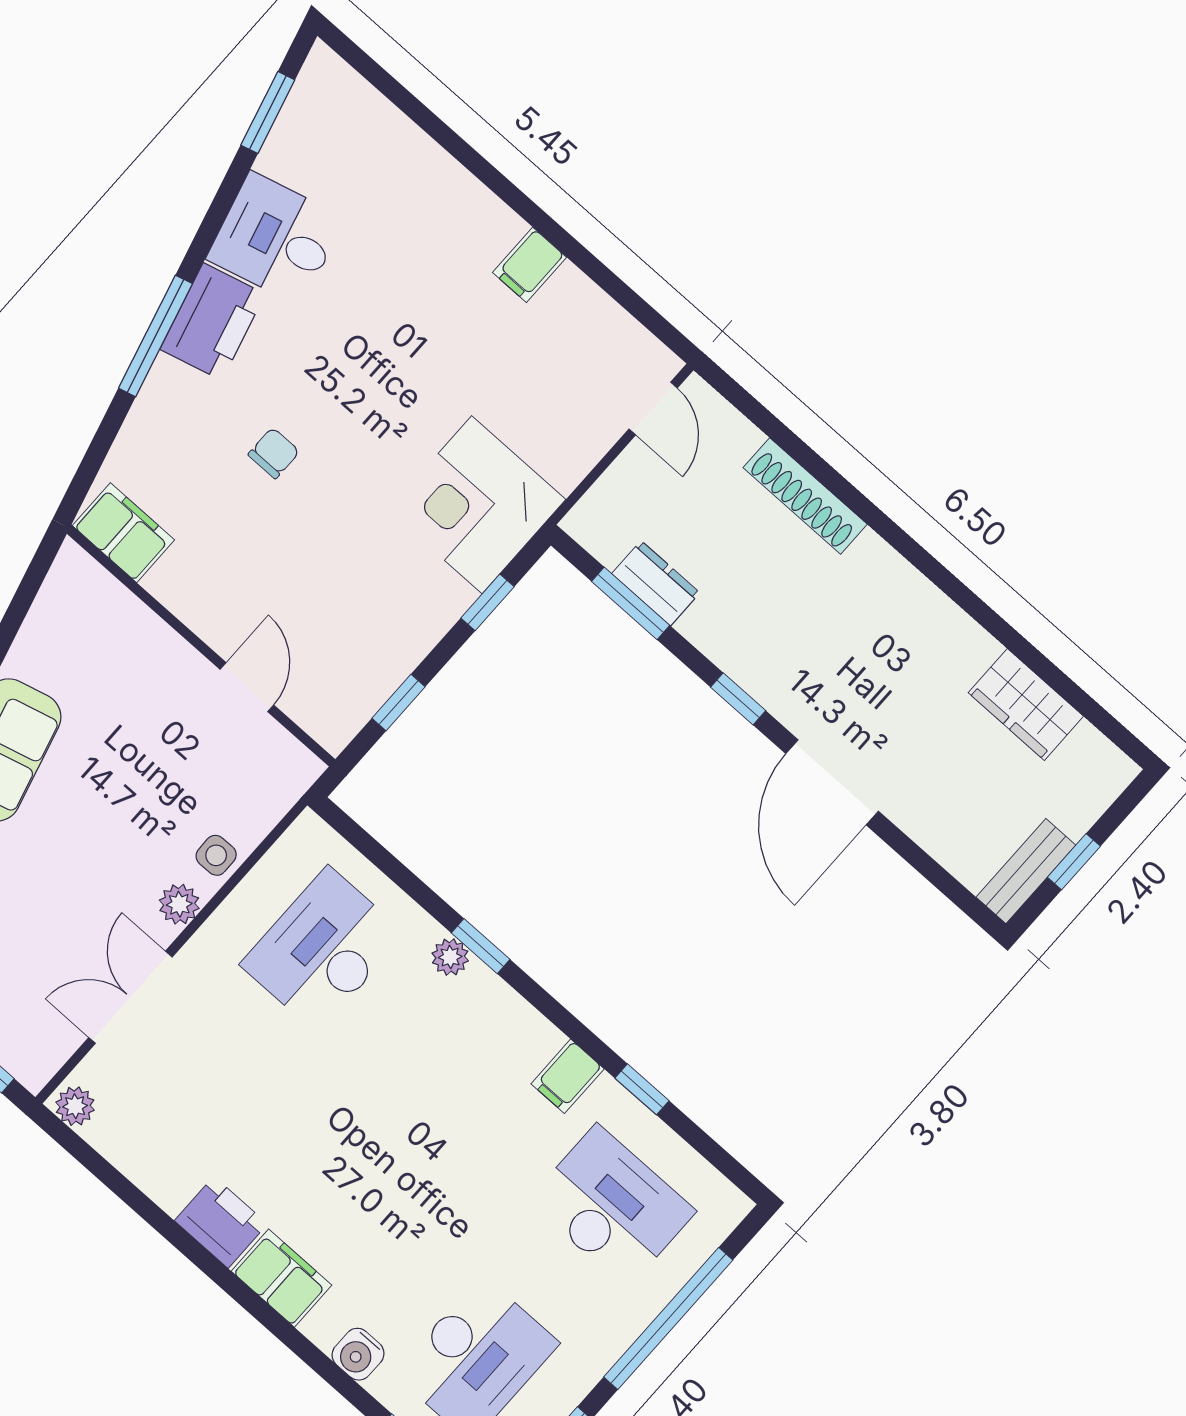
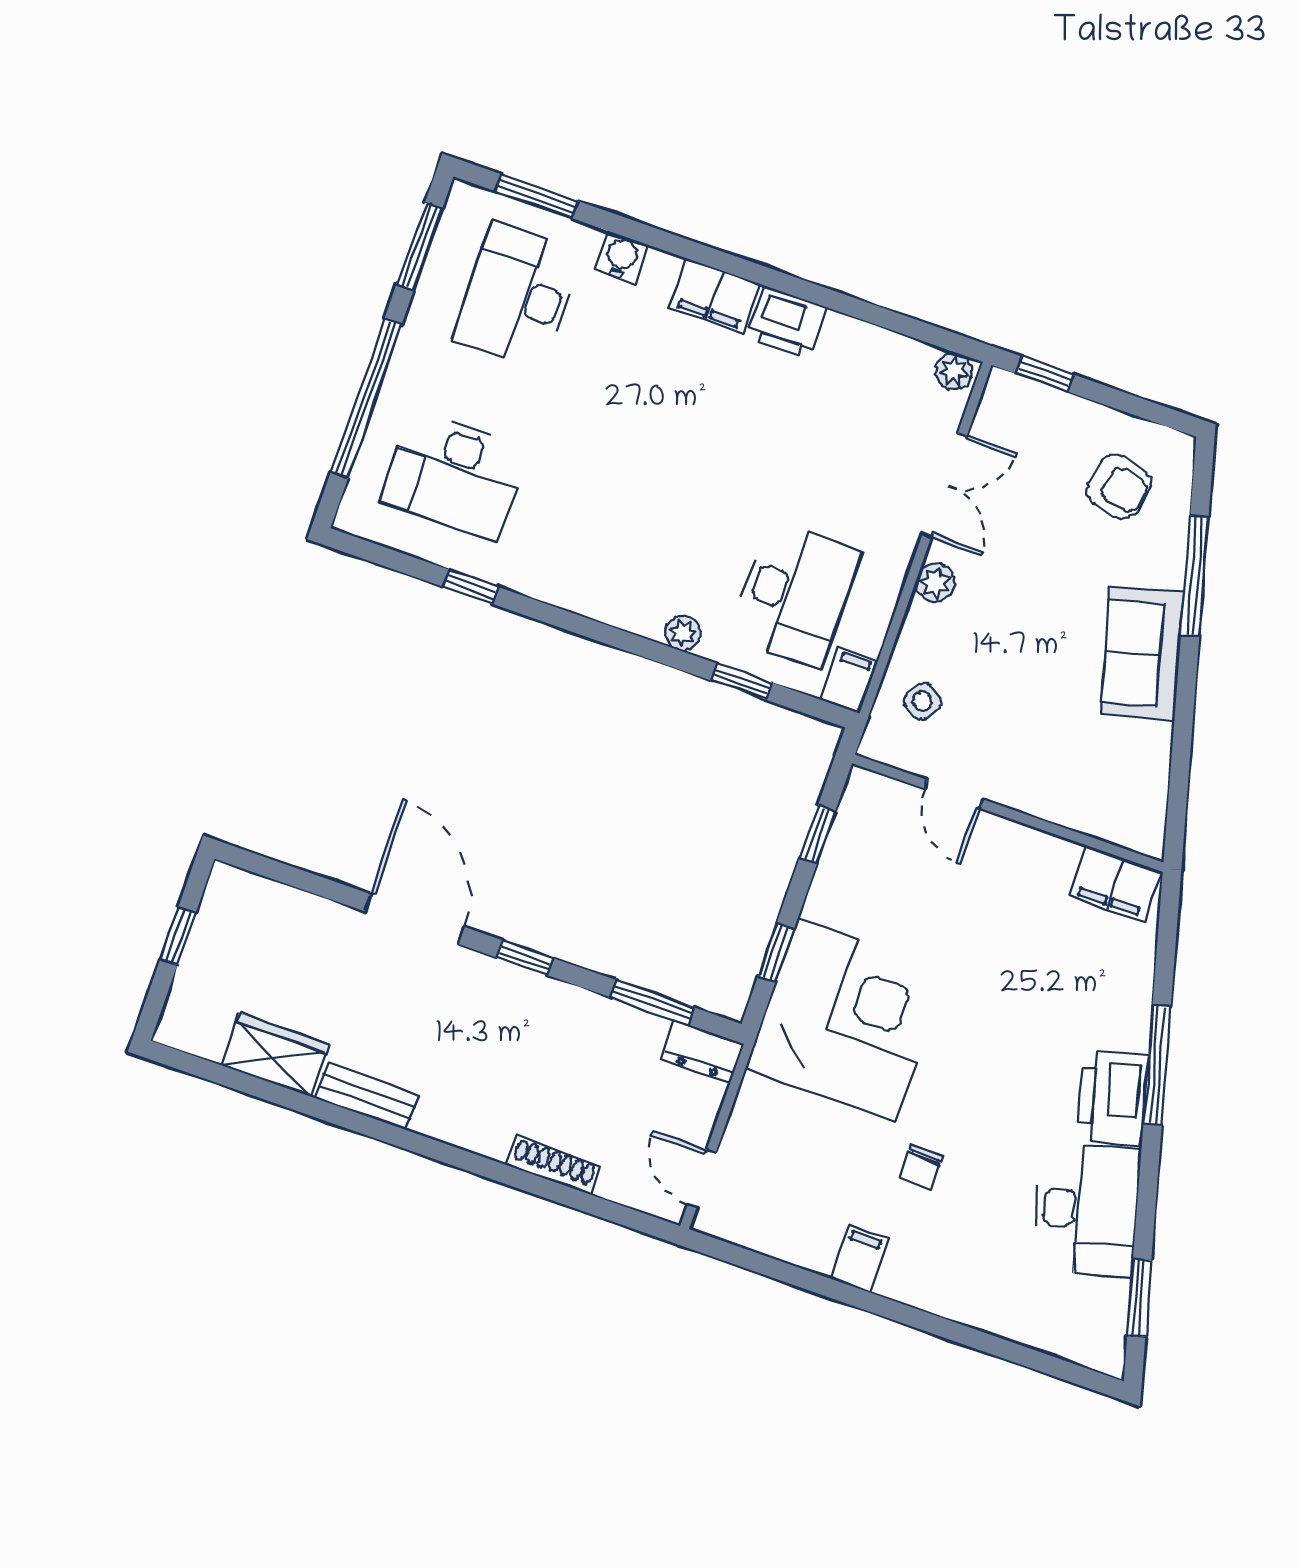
desk: (276, 239) -> (1086, 1209), width x1.37
chair: (274, 453) -> (921, 1166), moved
shoe rack: (805, 496) -> (553, 1166), width x0.74, depth x0.81
corner desk: (477, 505) -> (847, 1020), width x1.36, depth x1.36
dresser: (656, 583) -> (702, 1051), moved
side table: (216, 855) -> (923, 701), moved, turned 35
bench: (1026, 871) -> (367, 1096), moved, turned 90
window: (481, 946) -> (741, 682), moved
filing cabinet: (568, 1076) -> (849, 680), moved

